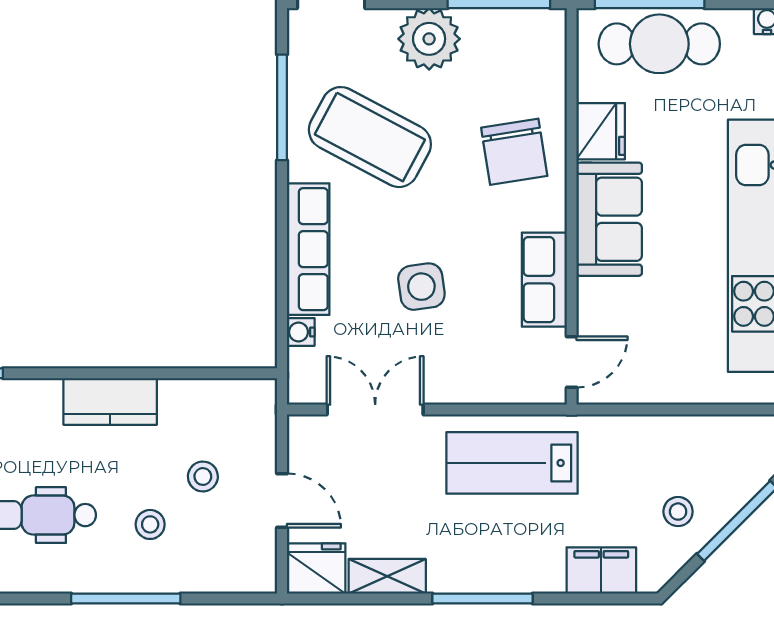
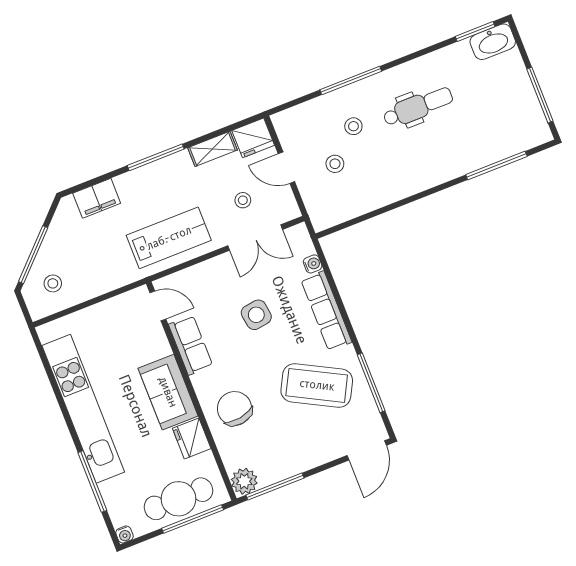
plant: (429, 39) -> (244, 481), moved, width x0.73, depth x0.73
door: (572, 362) -> (158, 306), swing flipped
kitchen counter: (110, 401) -> (402, 185), removed
stool: (371, 476) -> (243, 200), added
stool: (678, 512) -> (53, 283), moved

